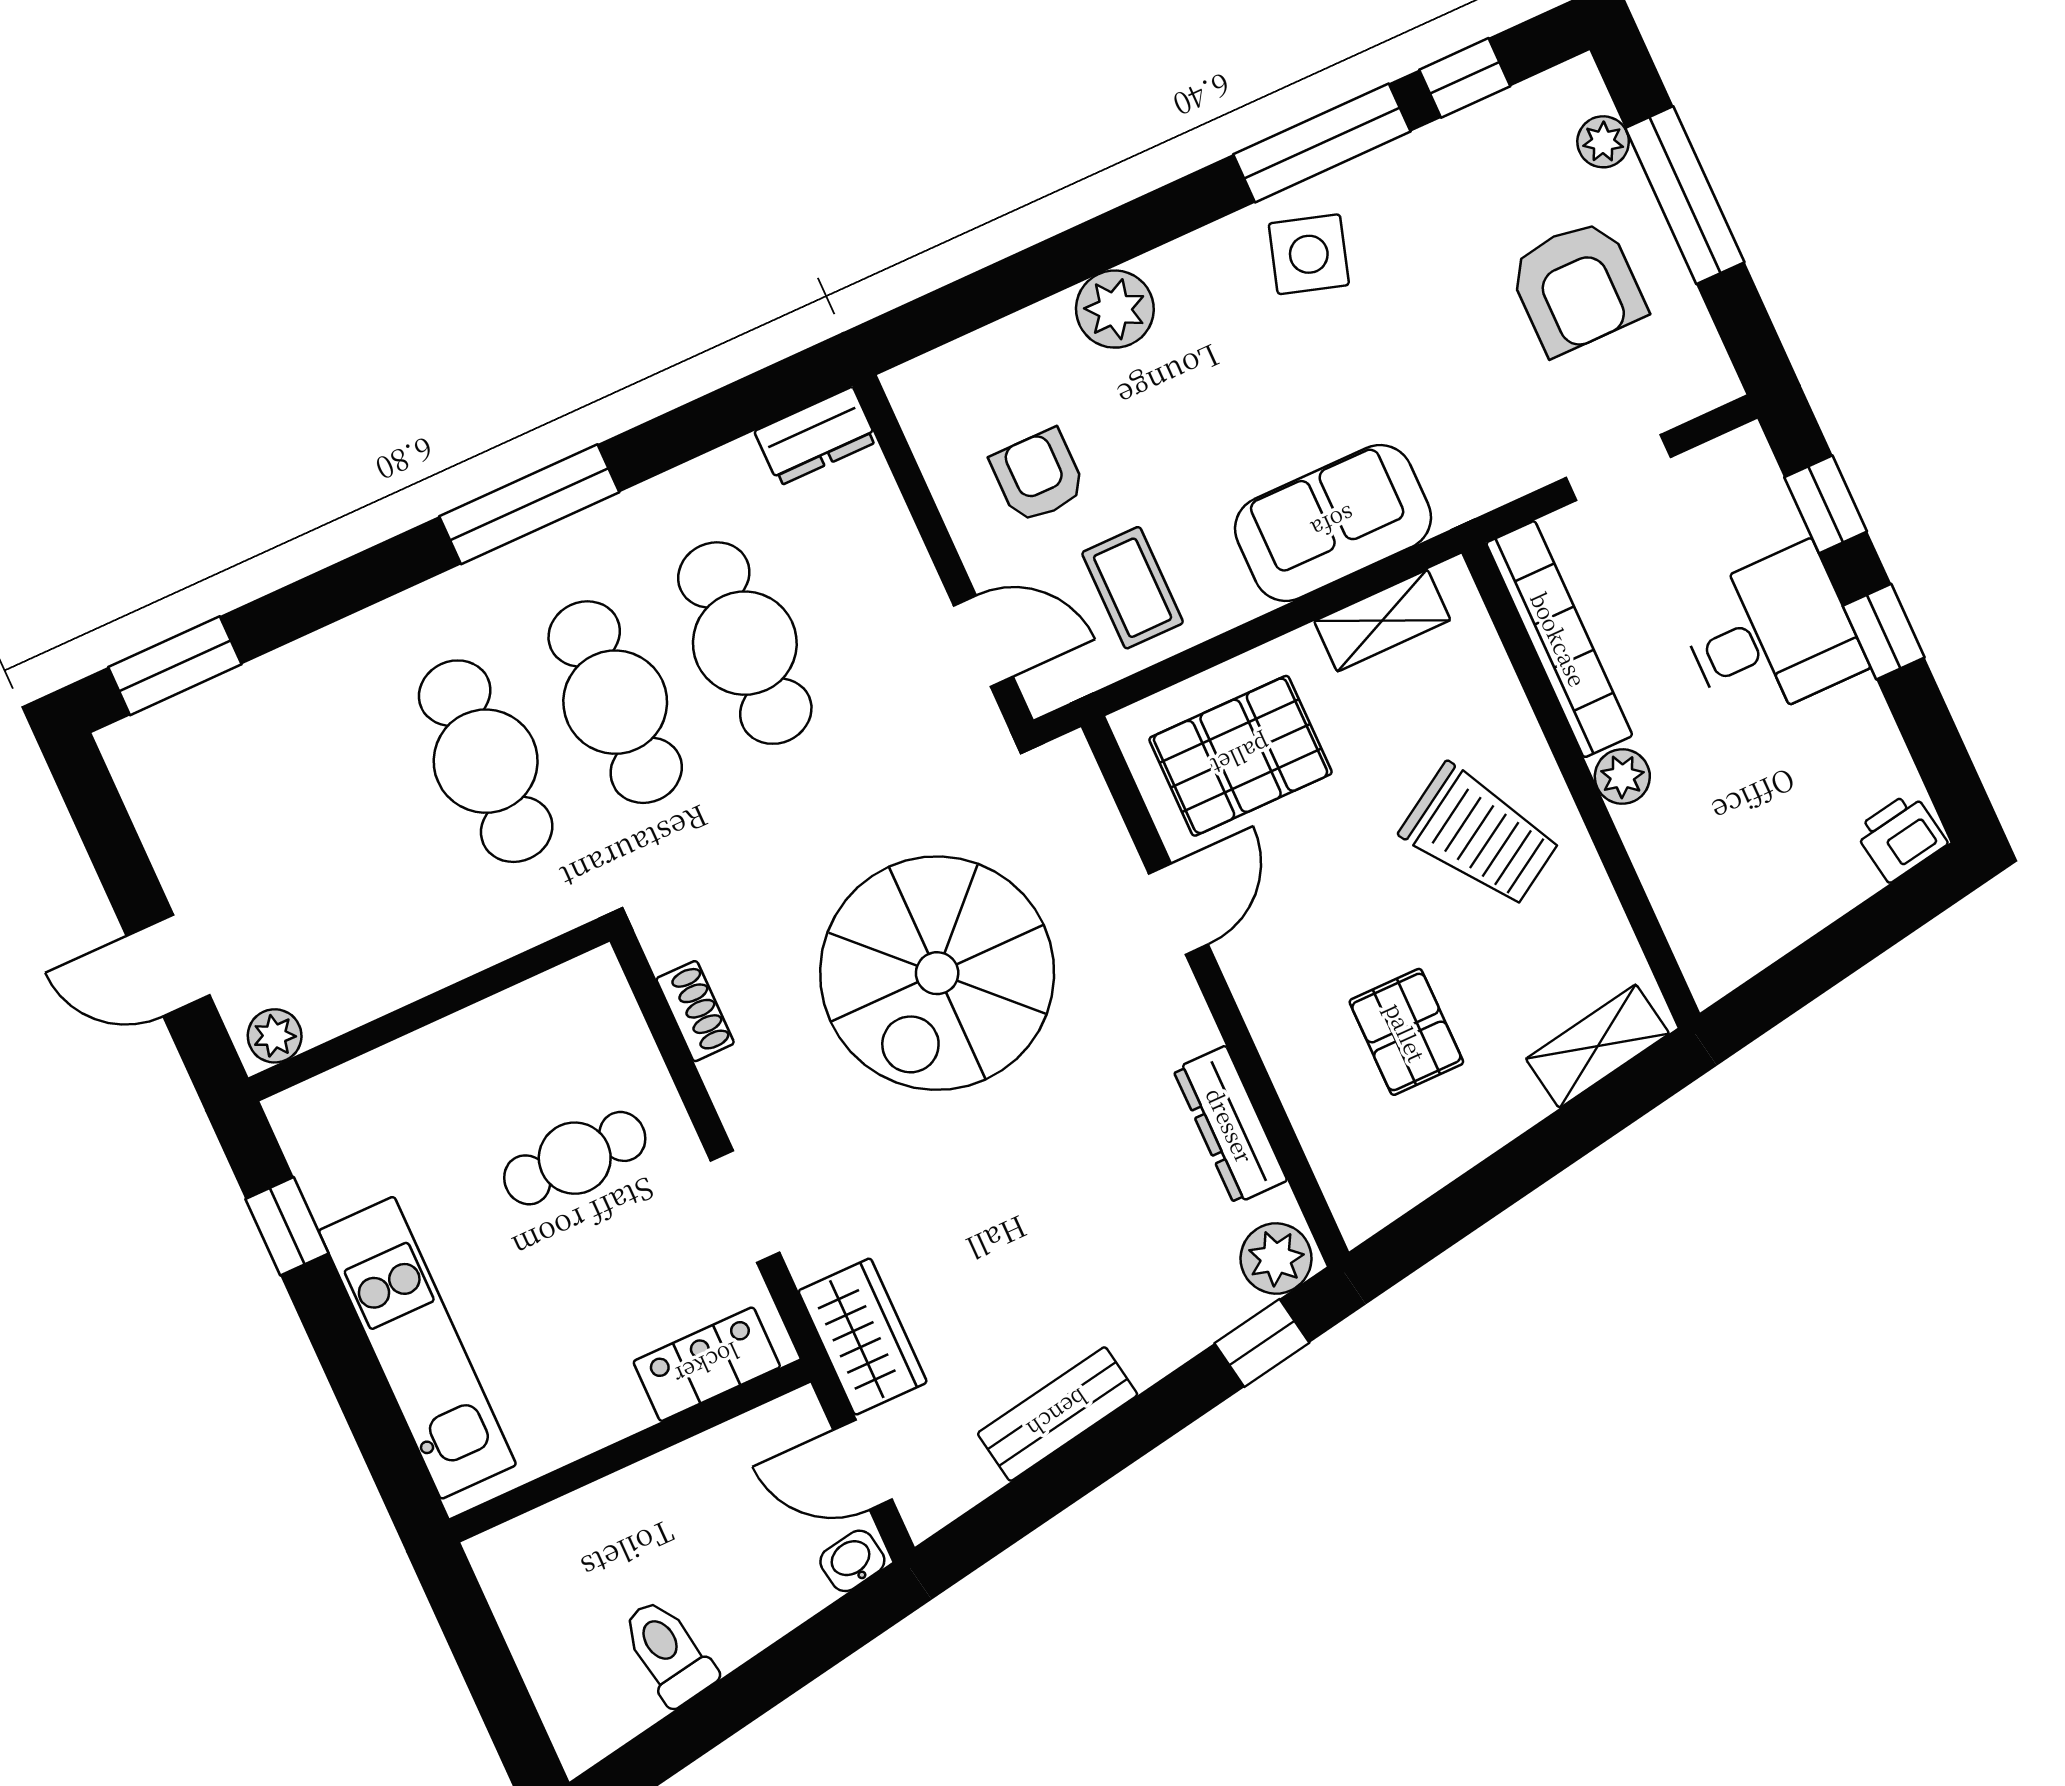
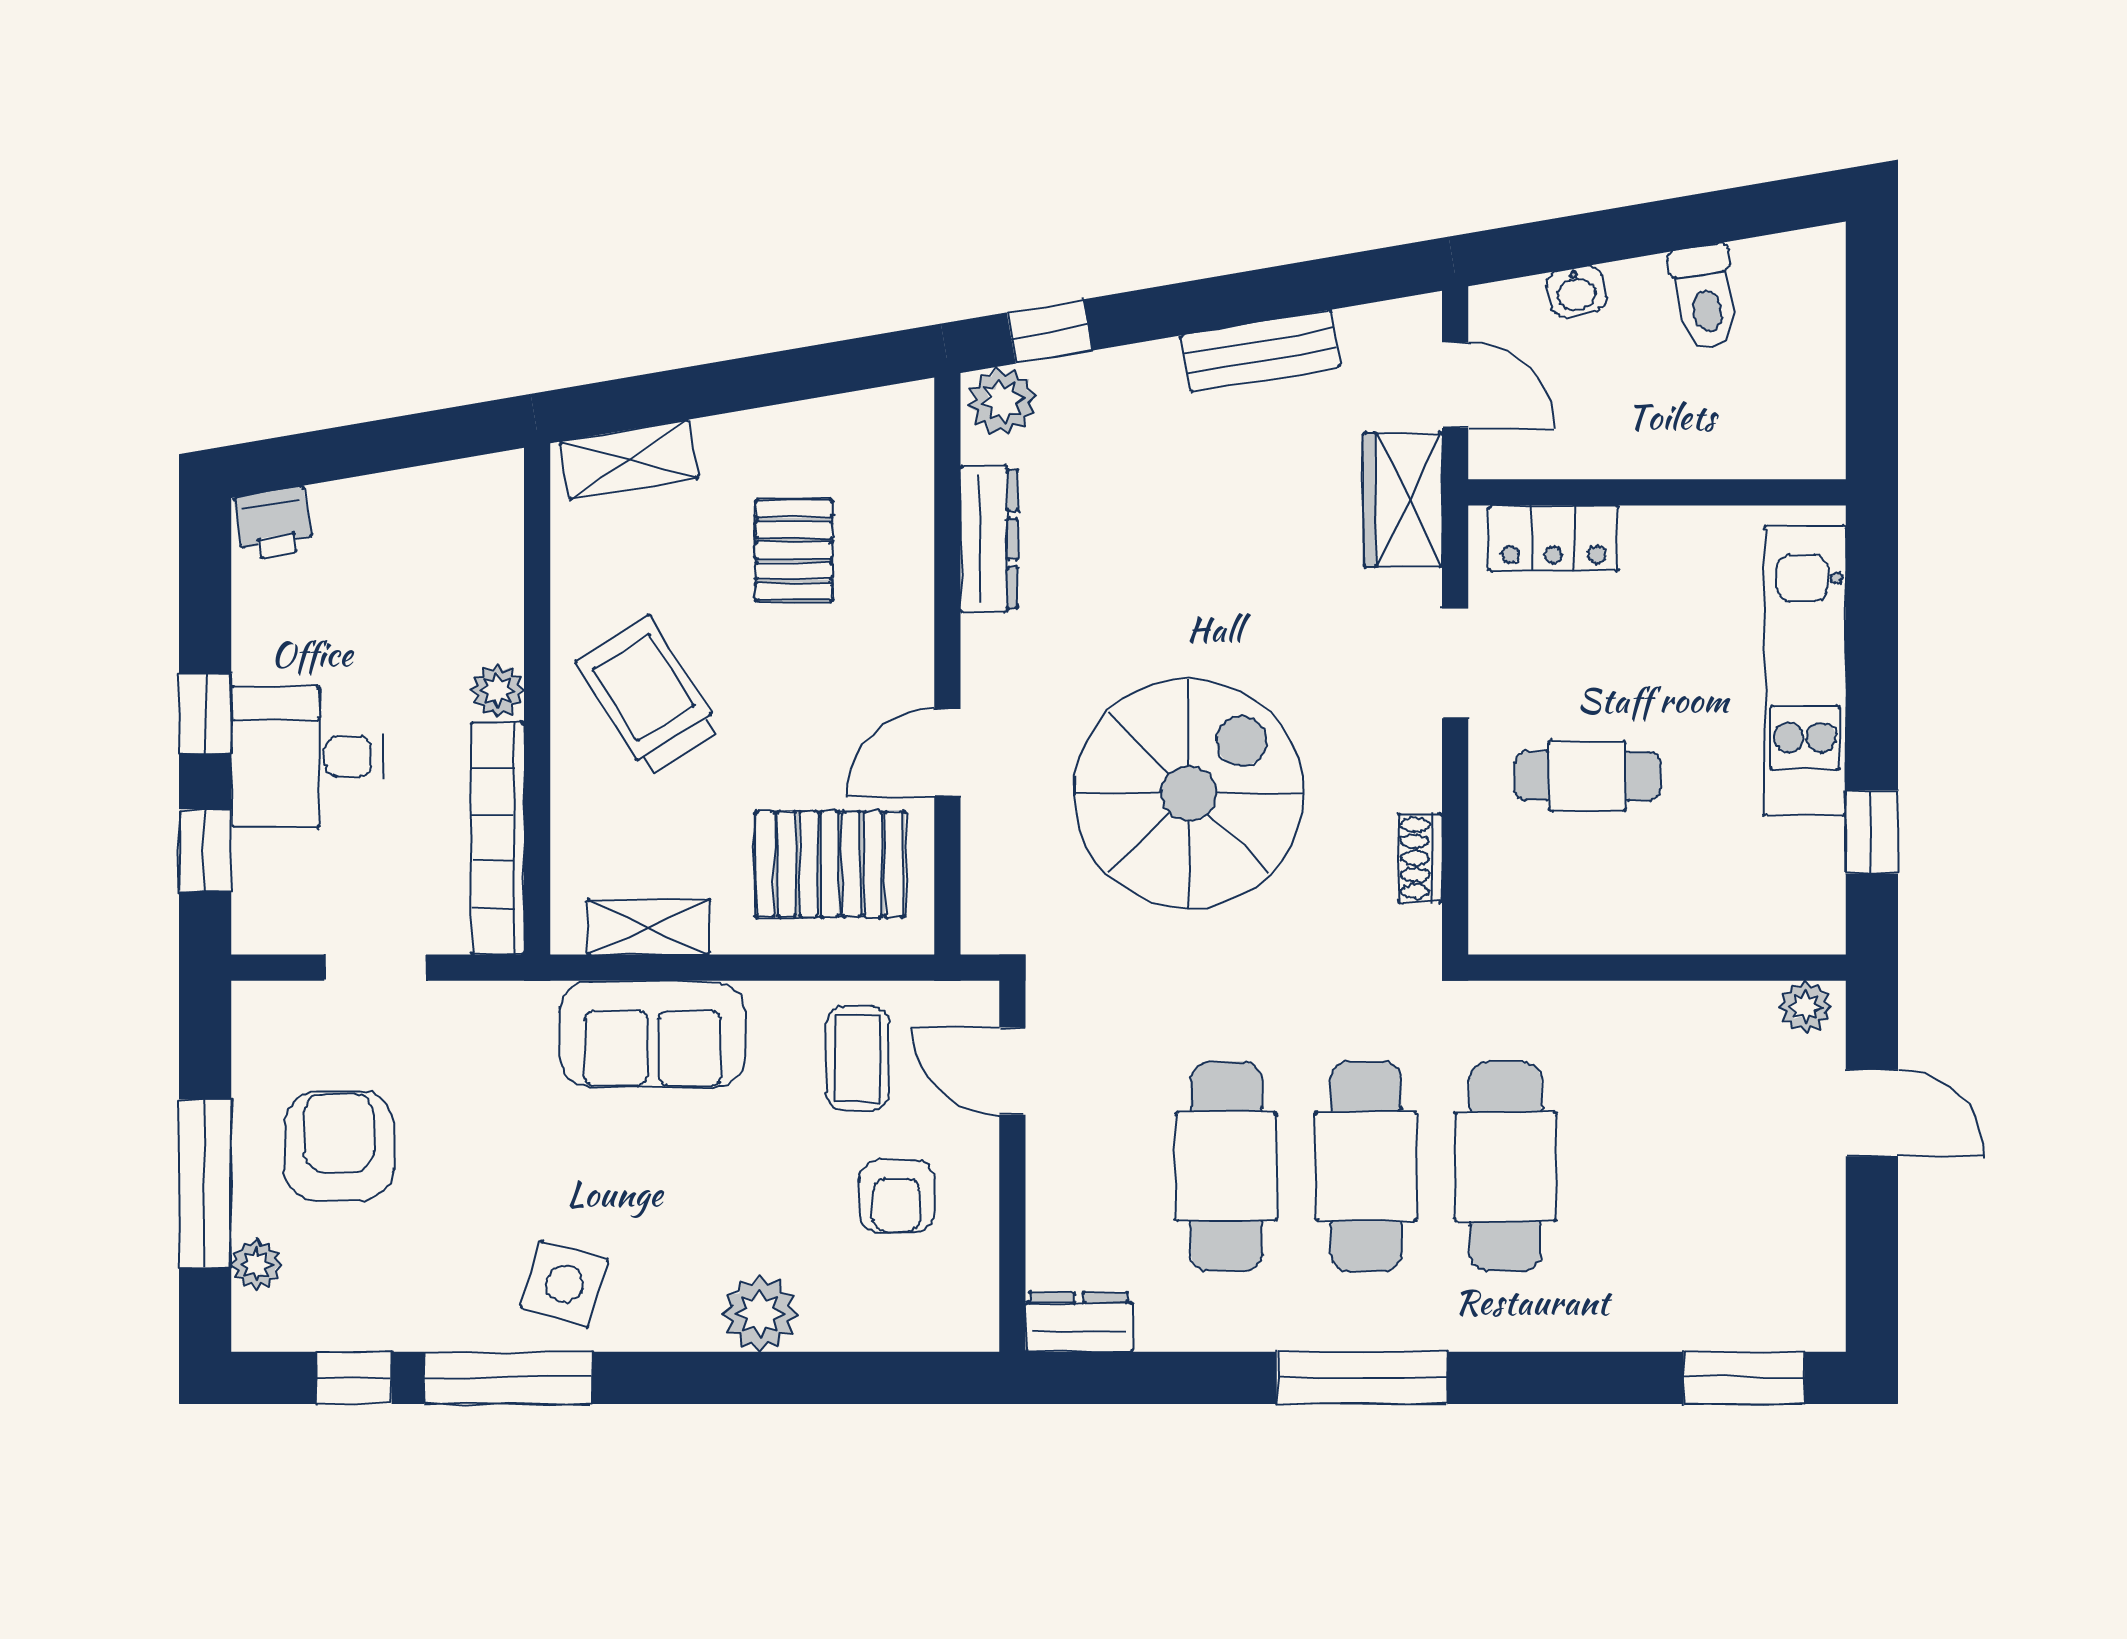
washbasin: (852, 1561) -> (1576, 291), moved

